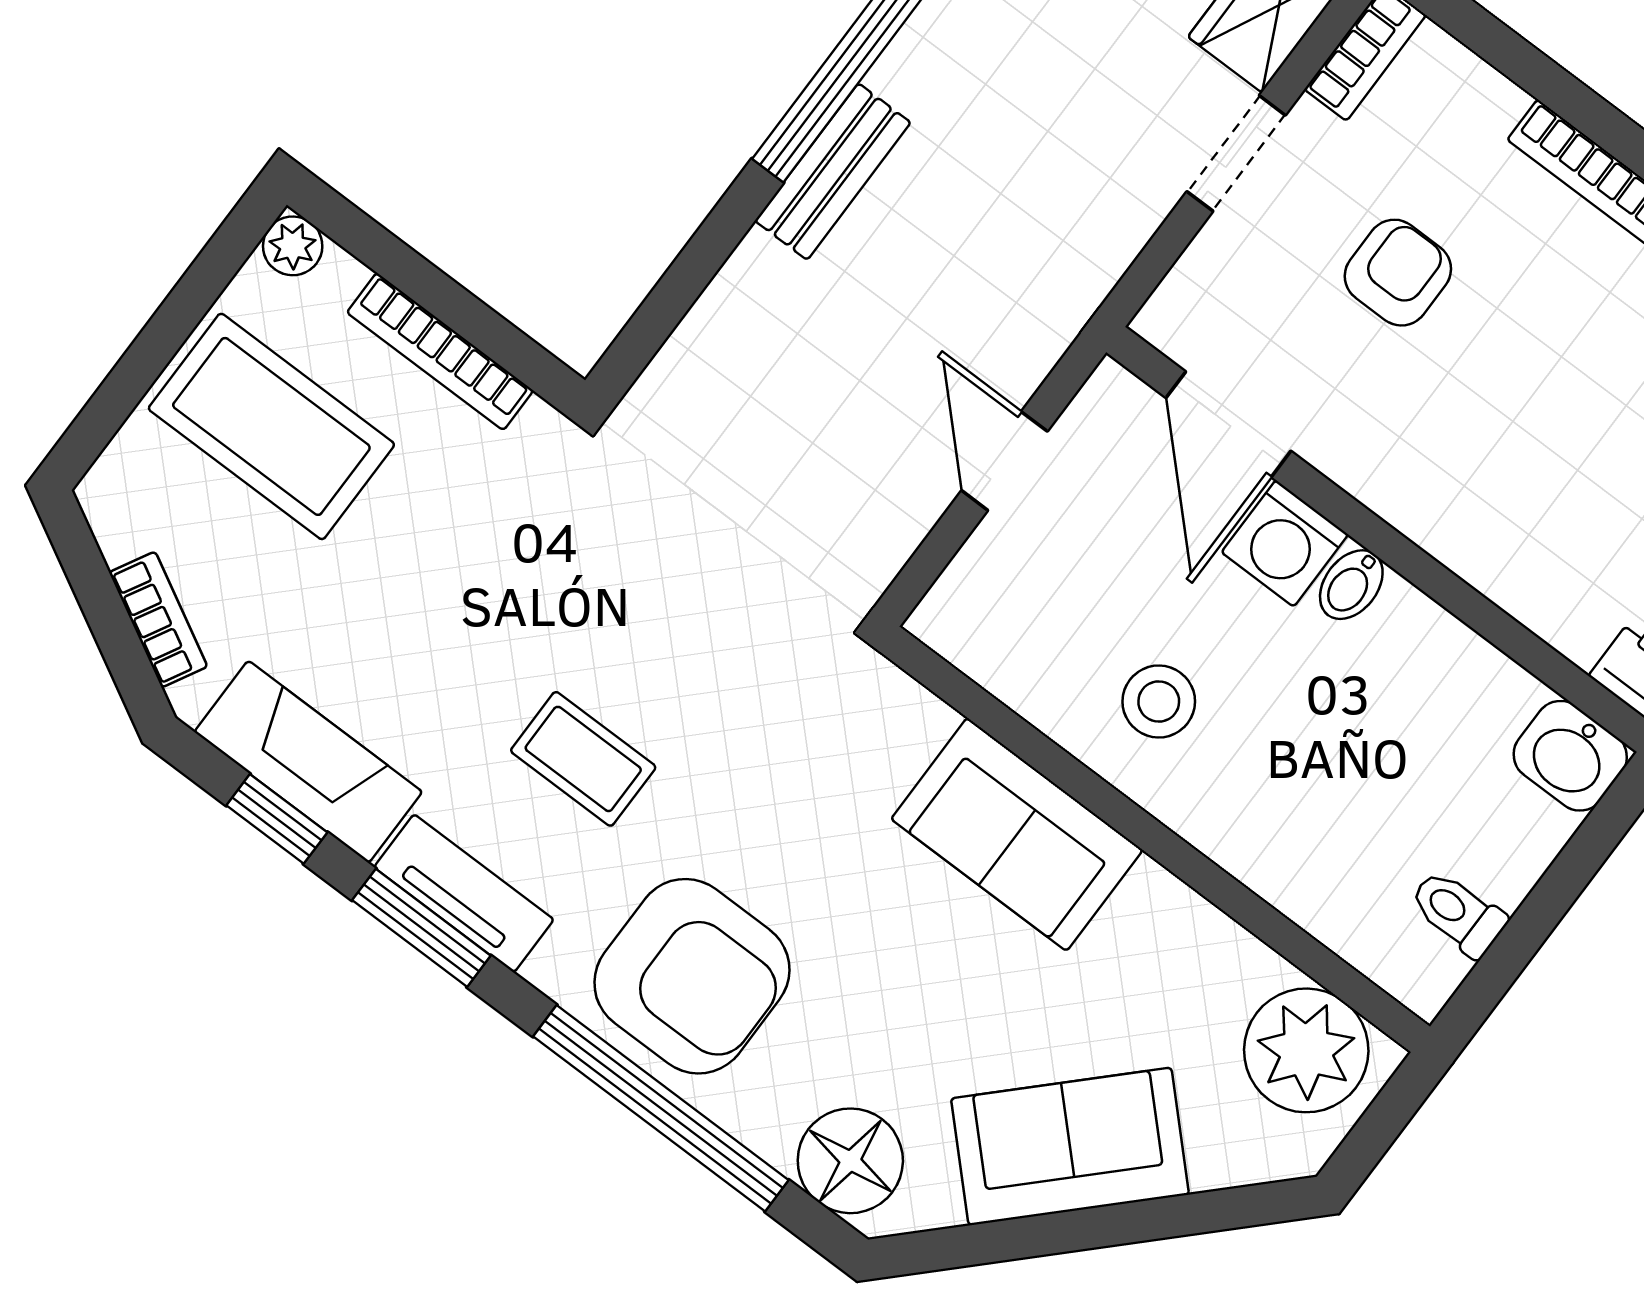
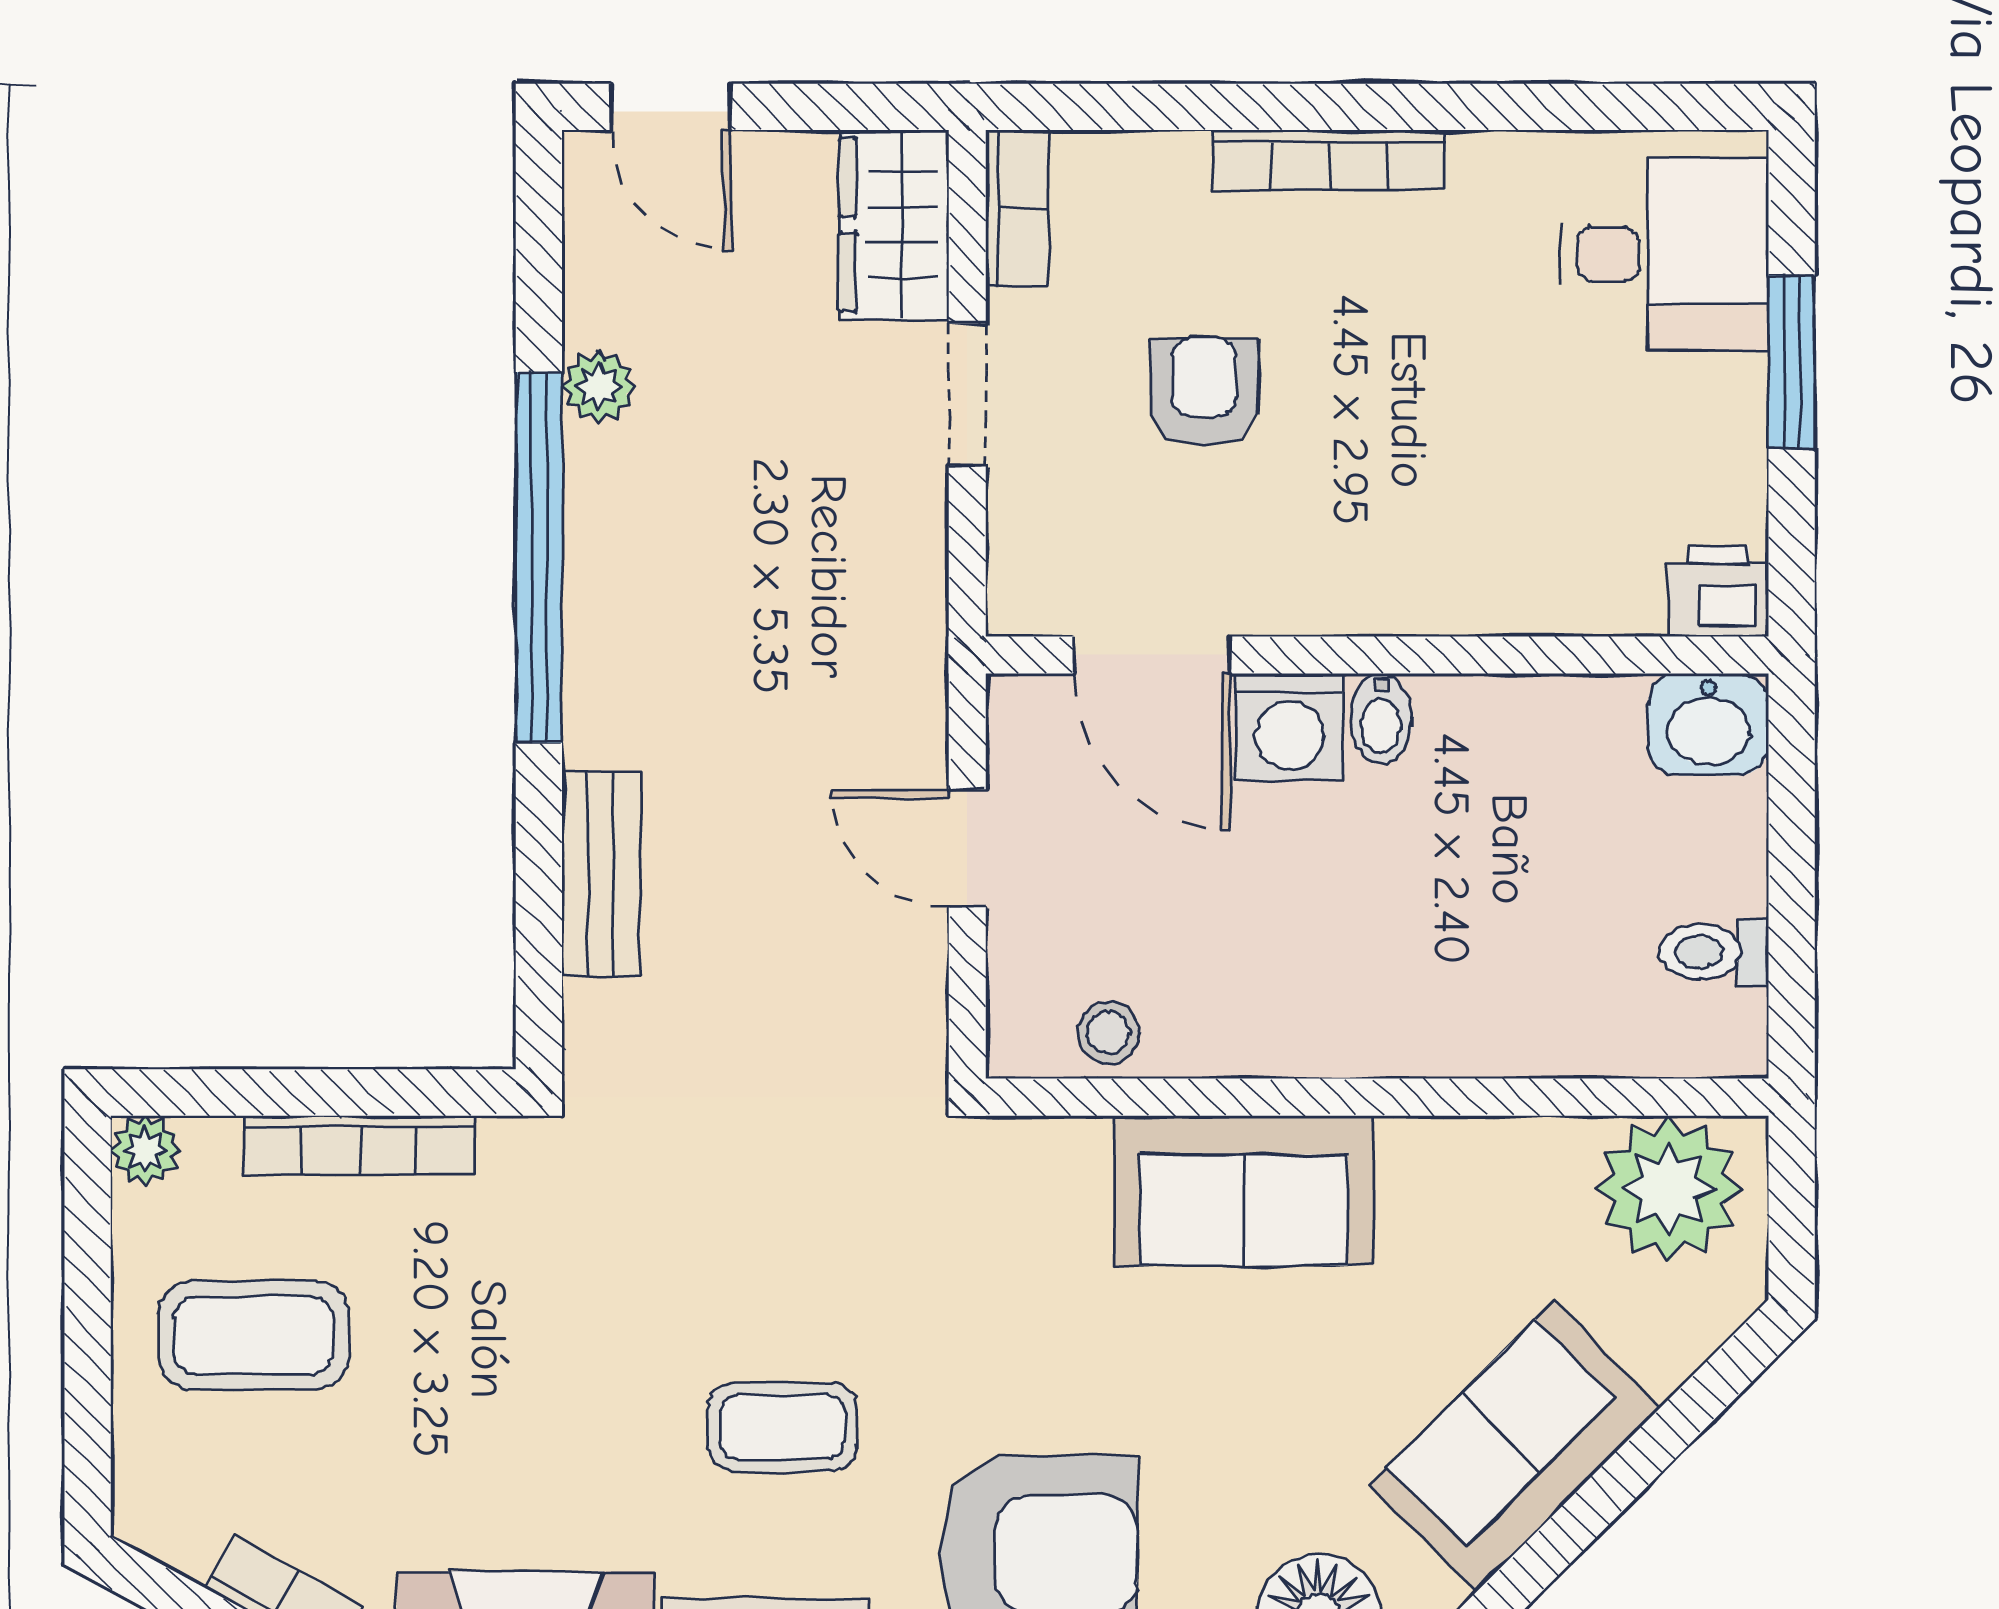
bench: (833, 172) -> (601, 874), moved
coffee table: (271, 426) -> (253, 1335), width x0.73, depth x0.76
stool: (1159, 701) -> (1108, 1032), moved, width x0.73, depth x0.73

